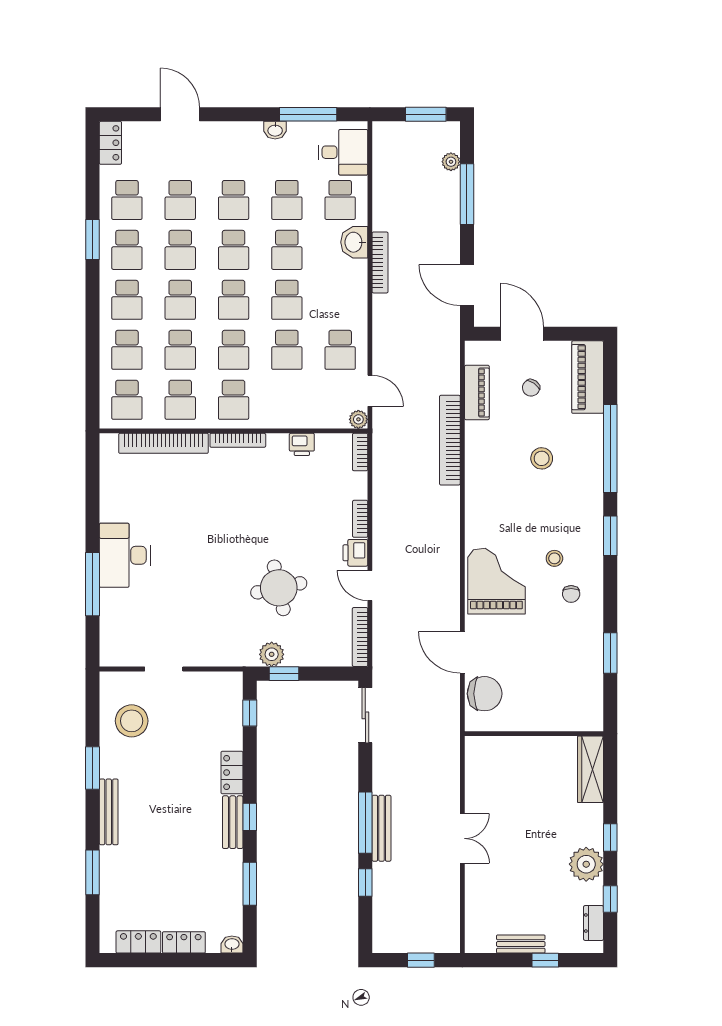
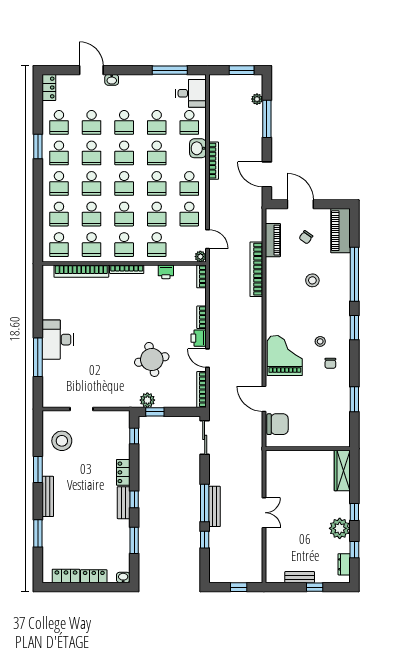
washbasin: (275, 130) -> (112, 80), moved
school desk: (340, 300) -> (189, 183), added
school desk: (287, 400) -> (157, 245), added

